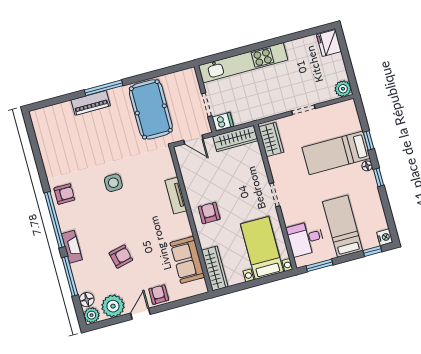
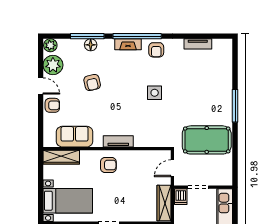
piano: (91, 103) -> (226, 92), removed
tv unit: (45, 149) -> (198, 44), added
tv unit: (176, 196) -> (118, 141), moved
fireplace: (72, 247) -> (128, 44), moved
floor lamp: (87, 300) -> (91, 45), moved

